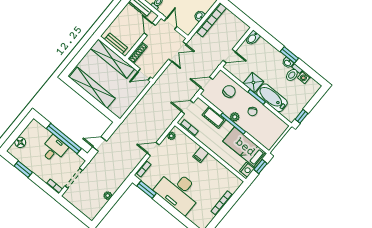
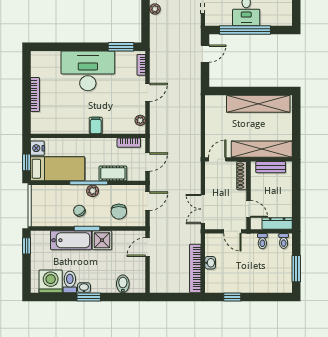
bidet: (252, 38) -> (123, 284), moved
washing machine: (304, 77) -> (51, 281), width x1.89, depth x1.89

